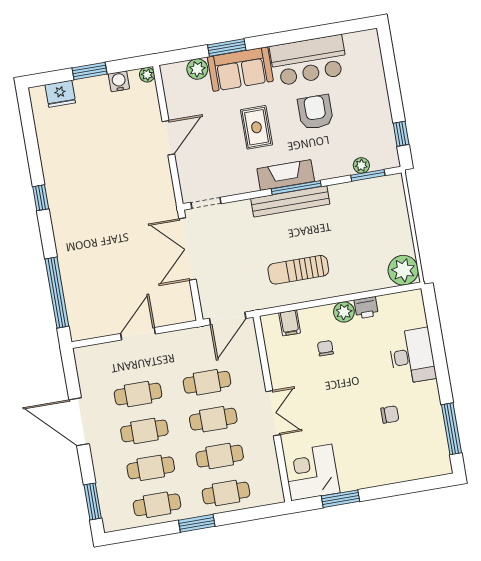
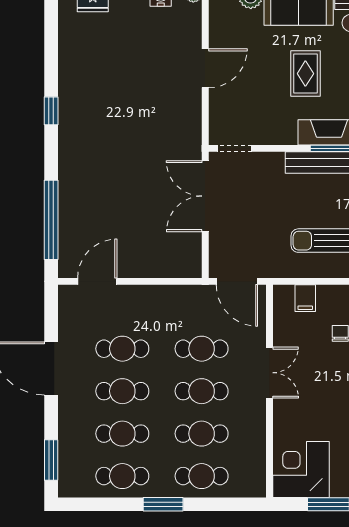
door: (228, 318) -> (237, 281), hinge flipped
door: (138, 334) -> (97, 281), moved
double door: (273, 413) -> (269, 373), moved

